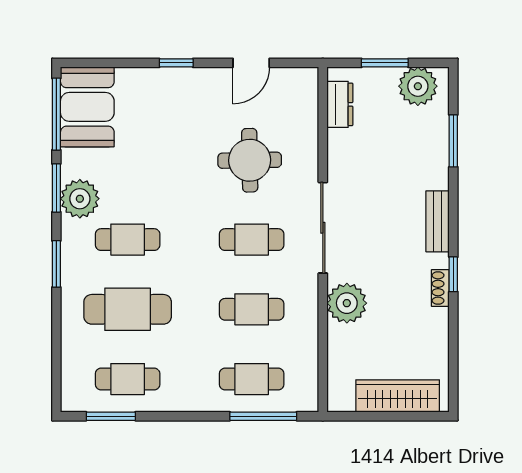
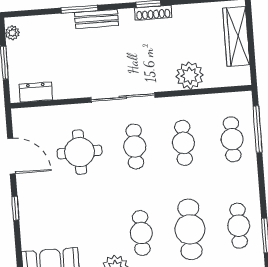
door: (251, 63) -> (12, 156), width x1.37
plant: (418, 86) -> (12, 33), width x0.53, depth x0.53
window: (453, 141) -> (80, 9), moved
bench: (438, 221) -> (97, 19), moved
shoe rack: (440, 288) -> (153, 13), width x1.43
plant: (347, 303) -> (190, 76), moved

